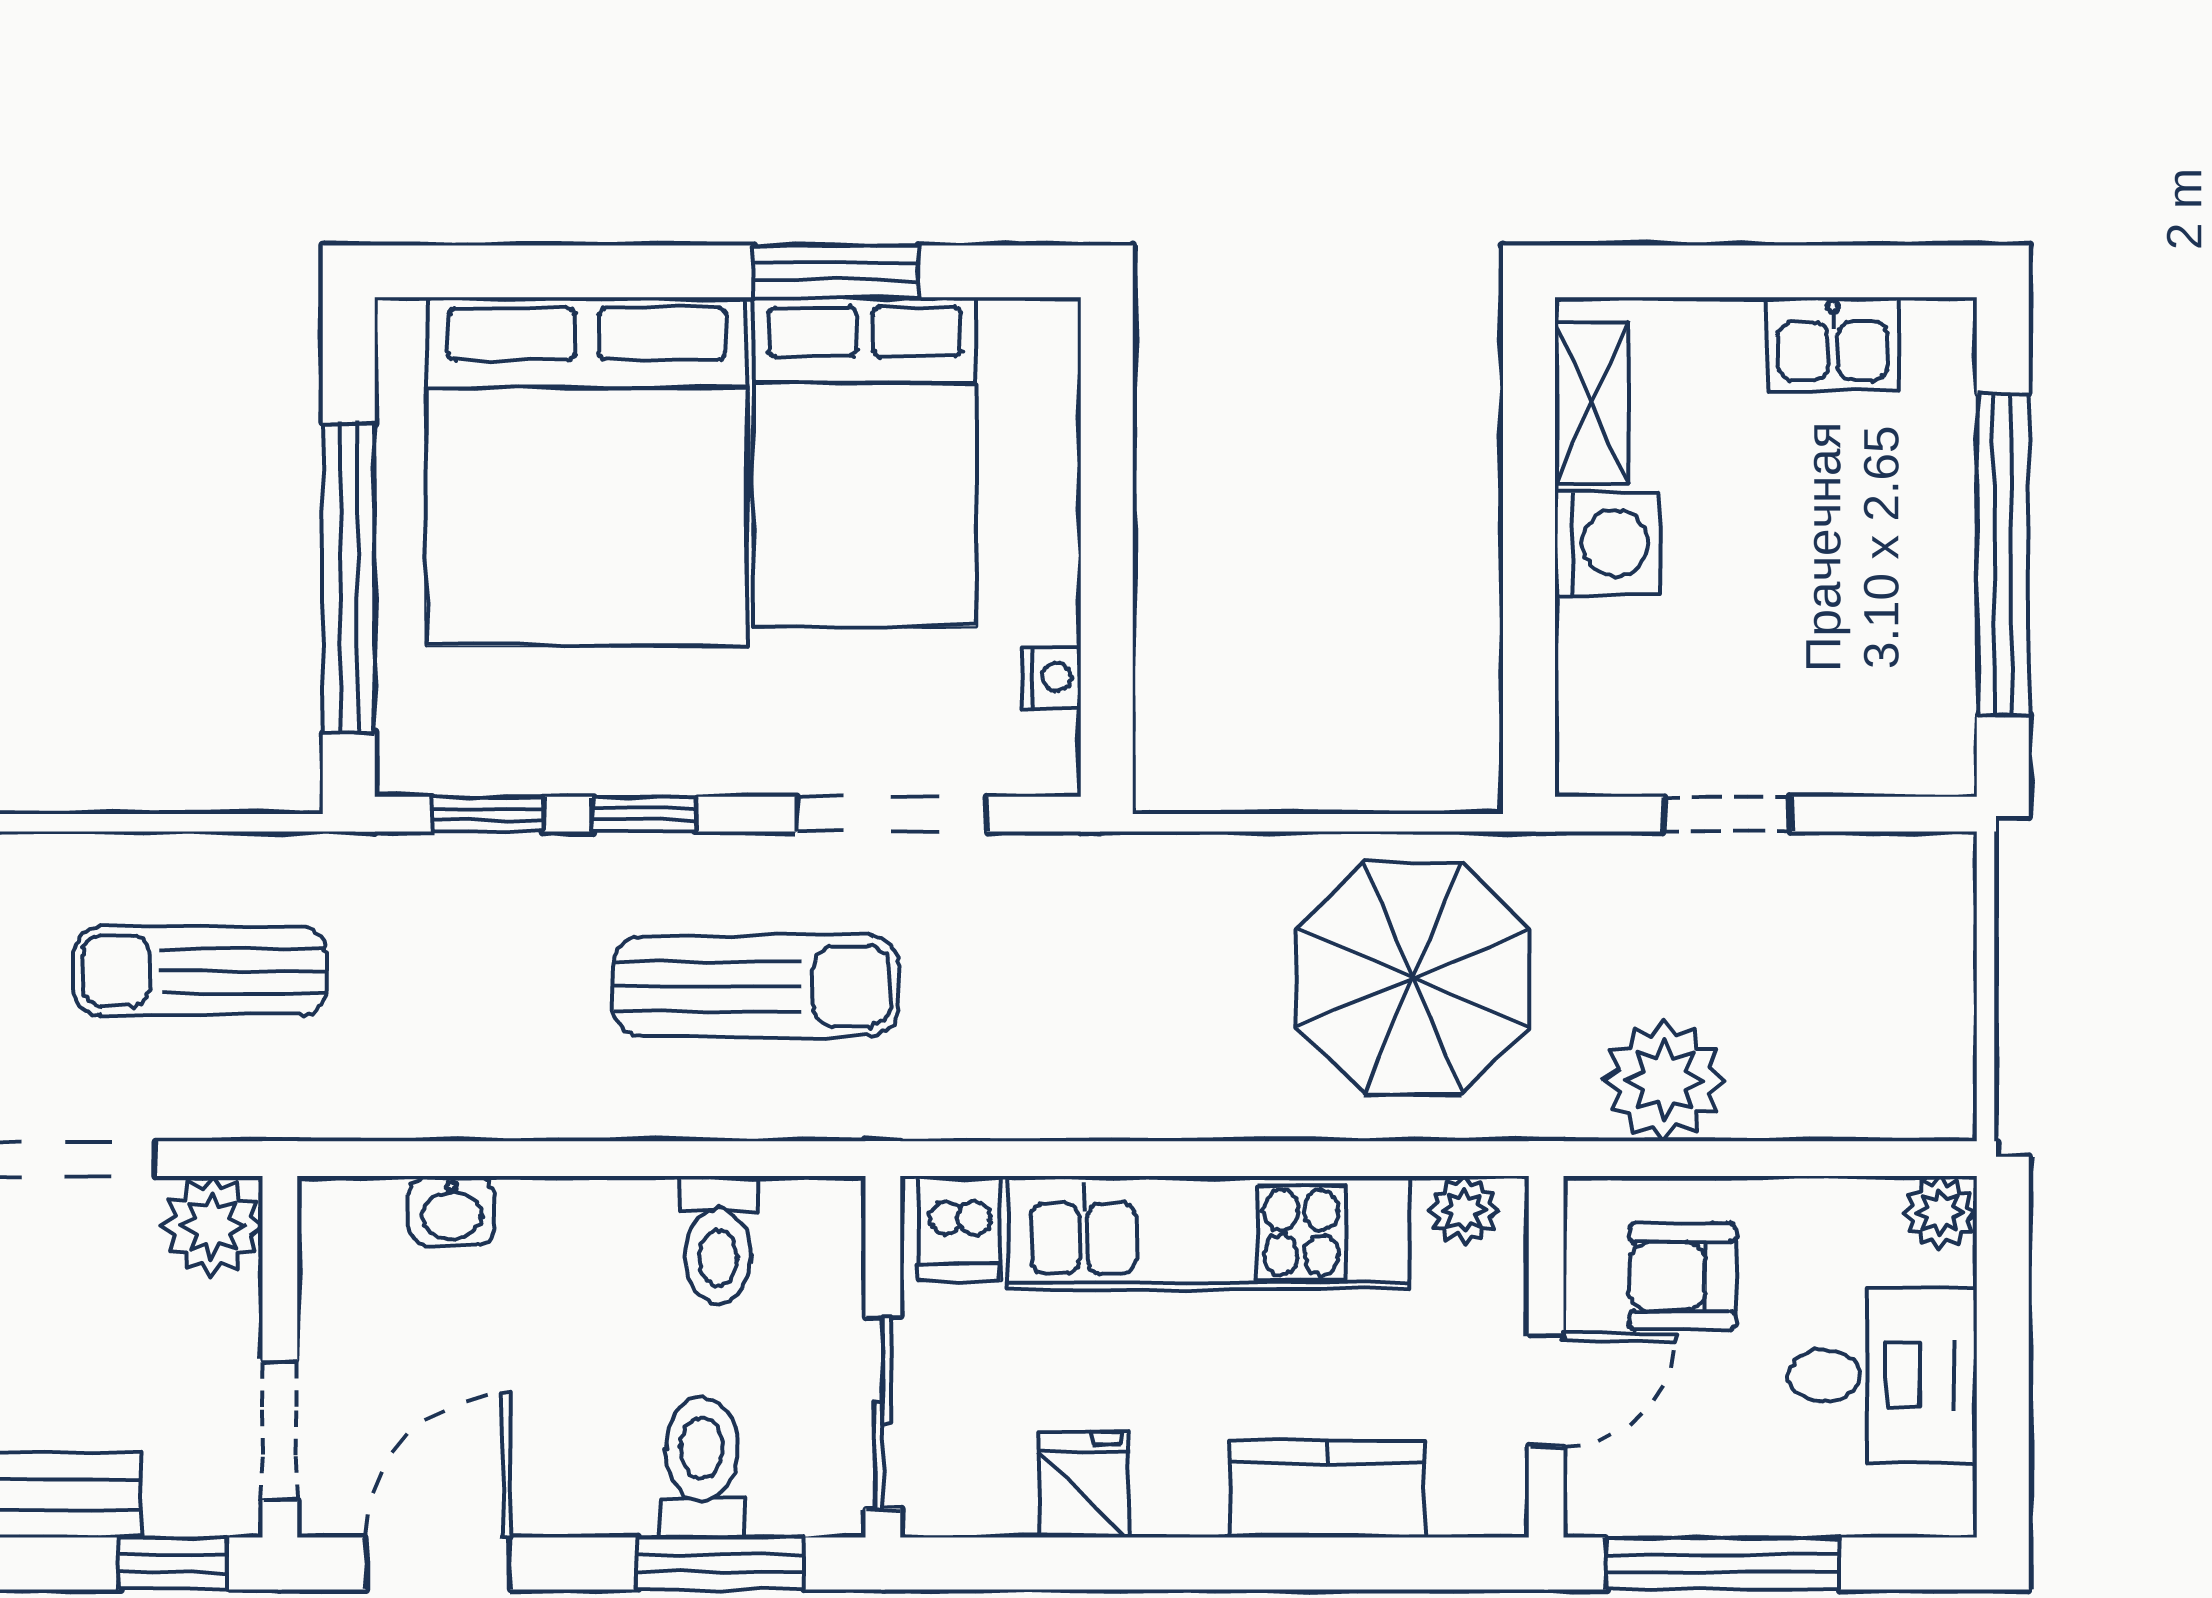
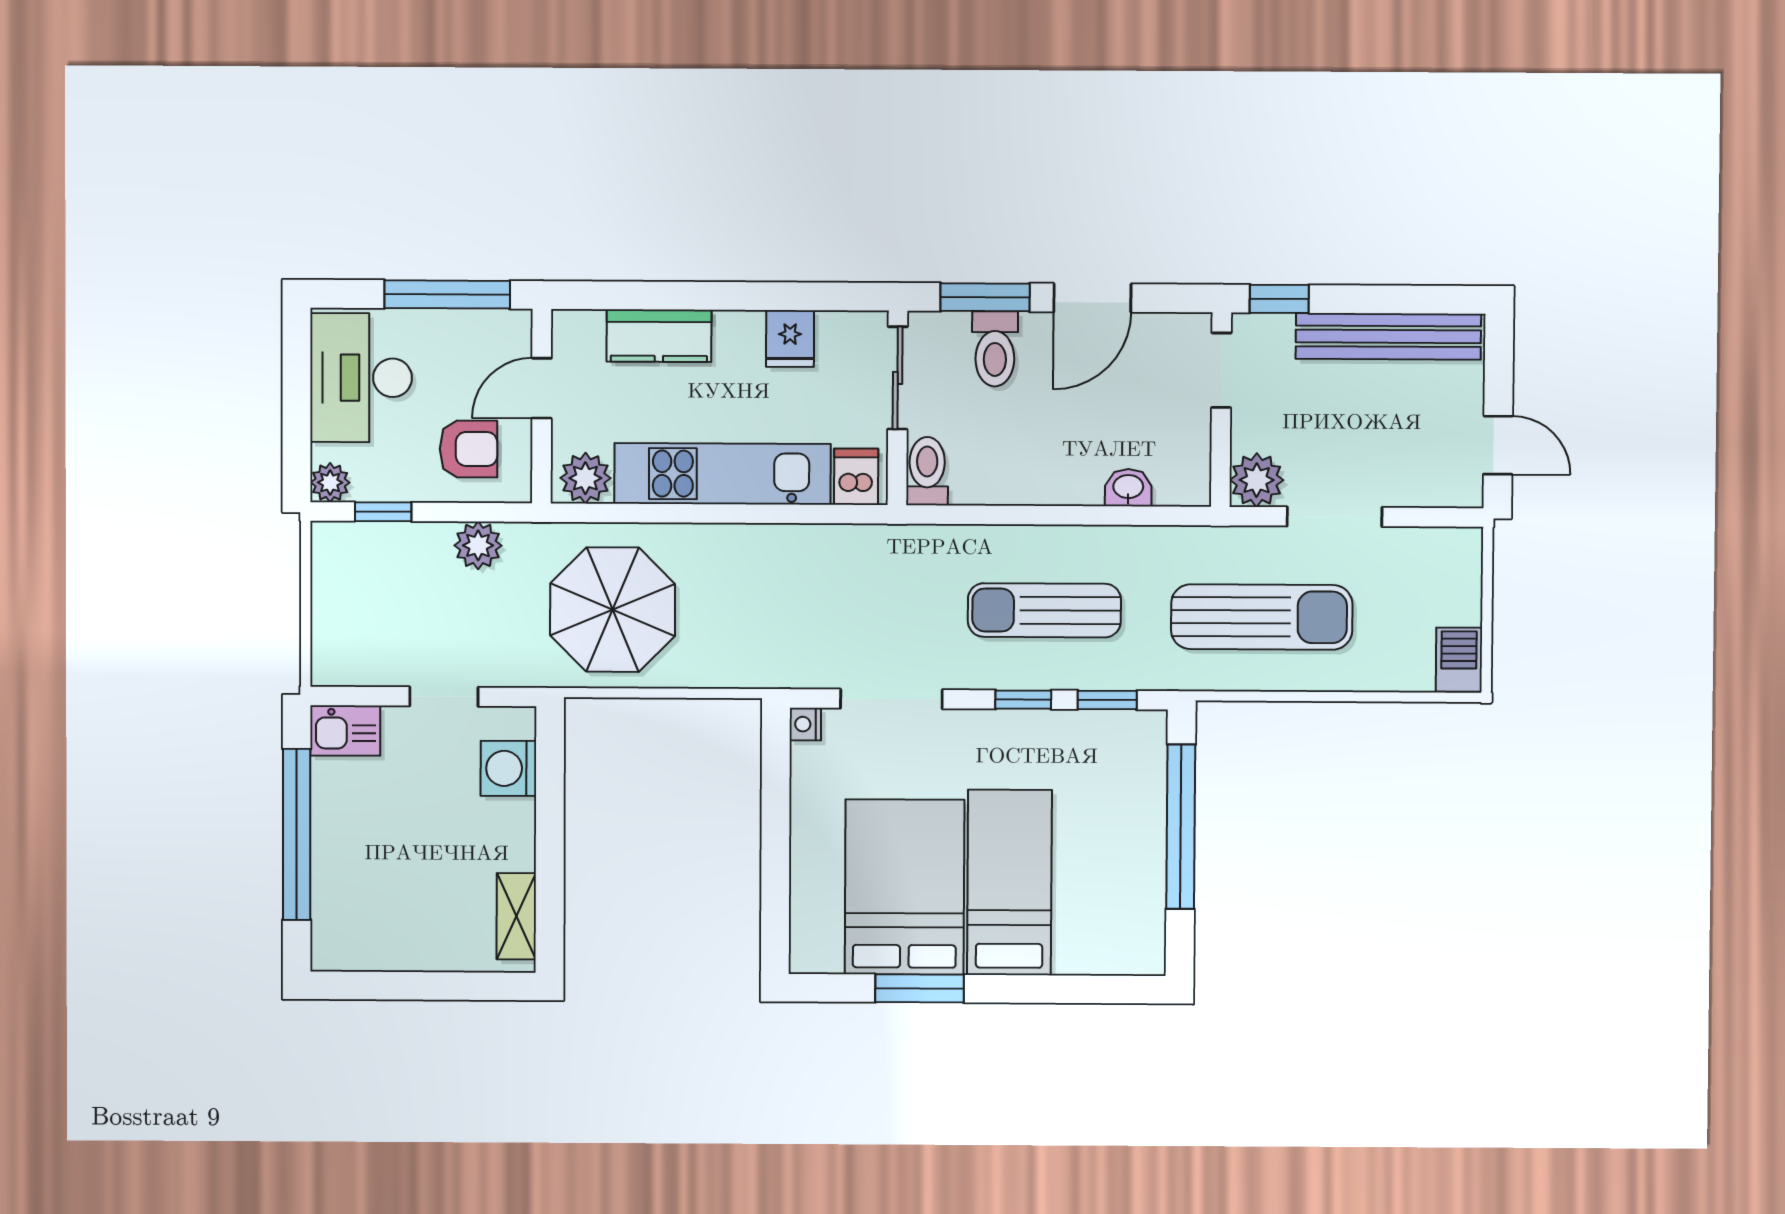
kitchen sink: (1833, 344) -> (345, 730), moved, turned 180
bed: (587, 471) -> (1010, 882), width x0.49
washing machine: (1607, 543) -> (508, 768), moved
nightstand: (1052, 677) -> (805, 724), moved
sun lounger: (201, 971) -> (1262, 617), width x1.36, depth x1.34
sun lounger: (756, 986) -> (1044, 610), moved
plant: (1664, 1080) -> (478, 545), width x0.73, depth x0.73
window: (1841, 1159) -> (383, 512), added
plant: (1464, 1210) -> (585, 478), width x1.38, depth x1.38
toilet: (718, 1240) -> (927, 471), moved
desk: (1882, 1375) -> (361, 378), width x1.37
door: (438, 1563) -> (1092, 298), moved

